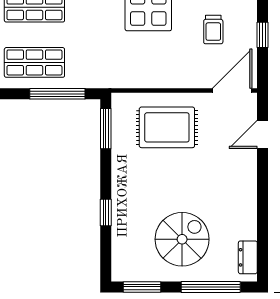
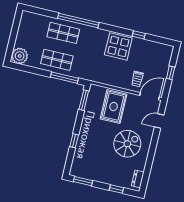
trolley: (213, 30) -> (137, 79), moved
rug: (167, 127) -> (114, 107), turned 90
spiral stairs: (182, 239) -> (127, 144), moved
window: (211, 287) -> (116, 189), width x0.46

